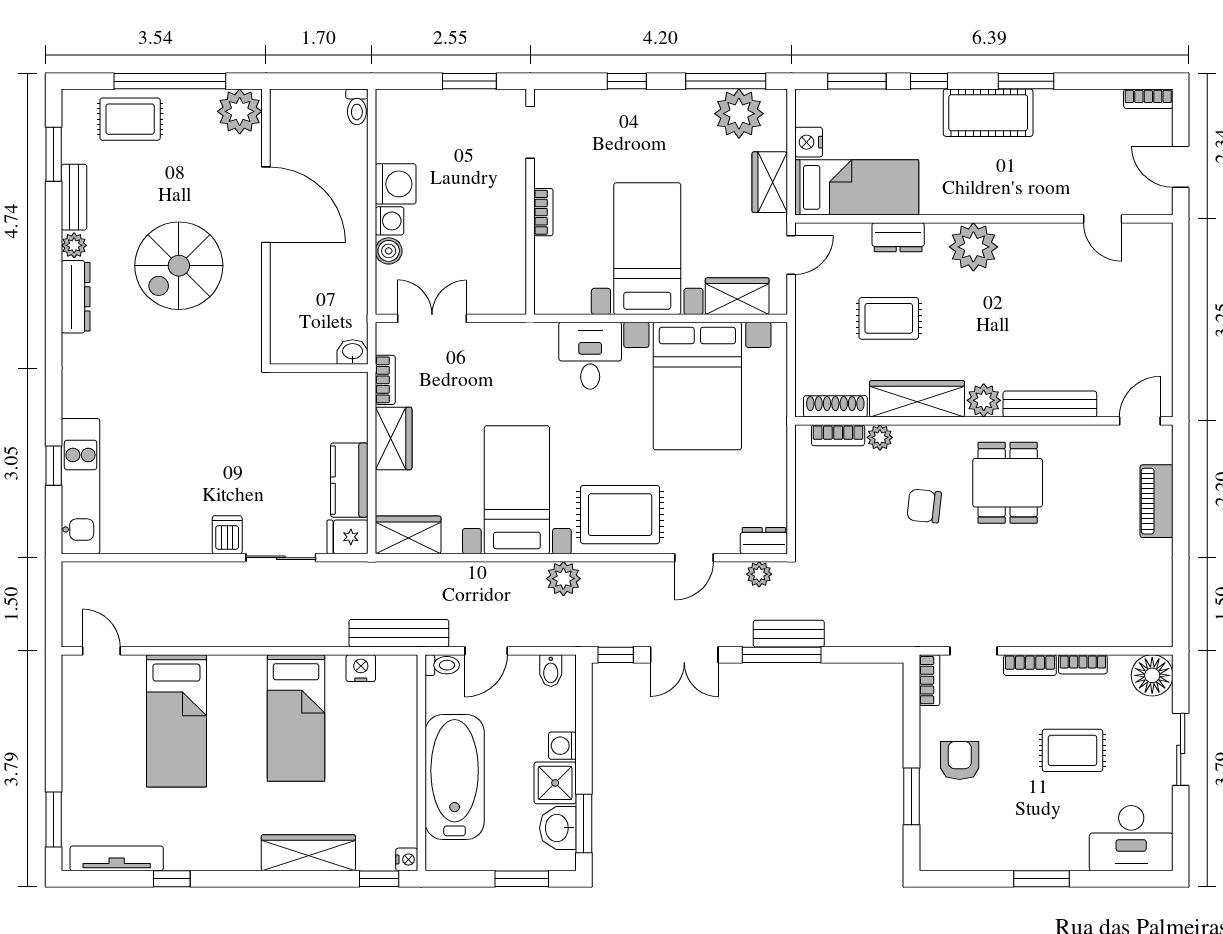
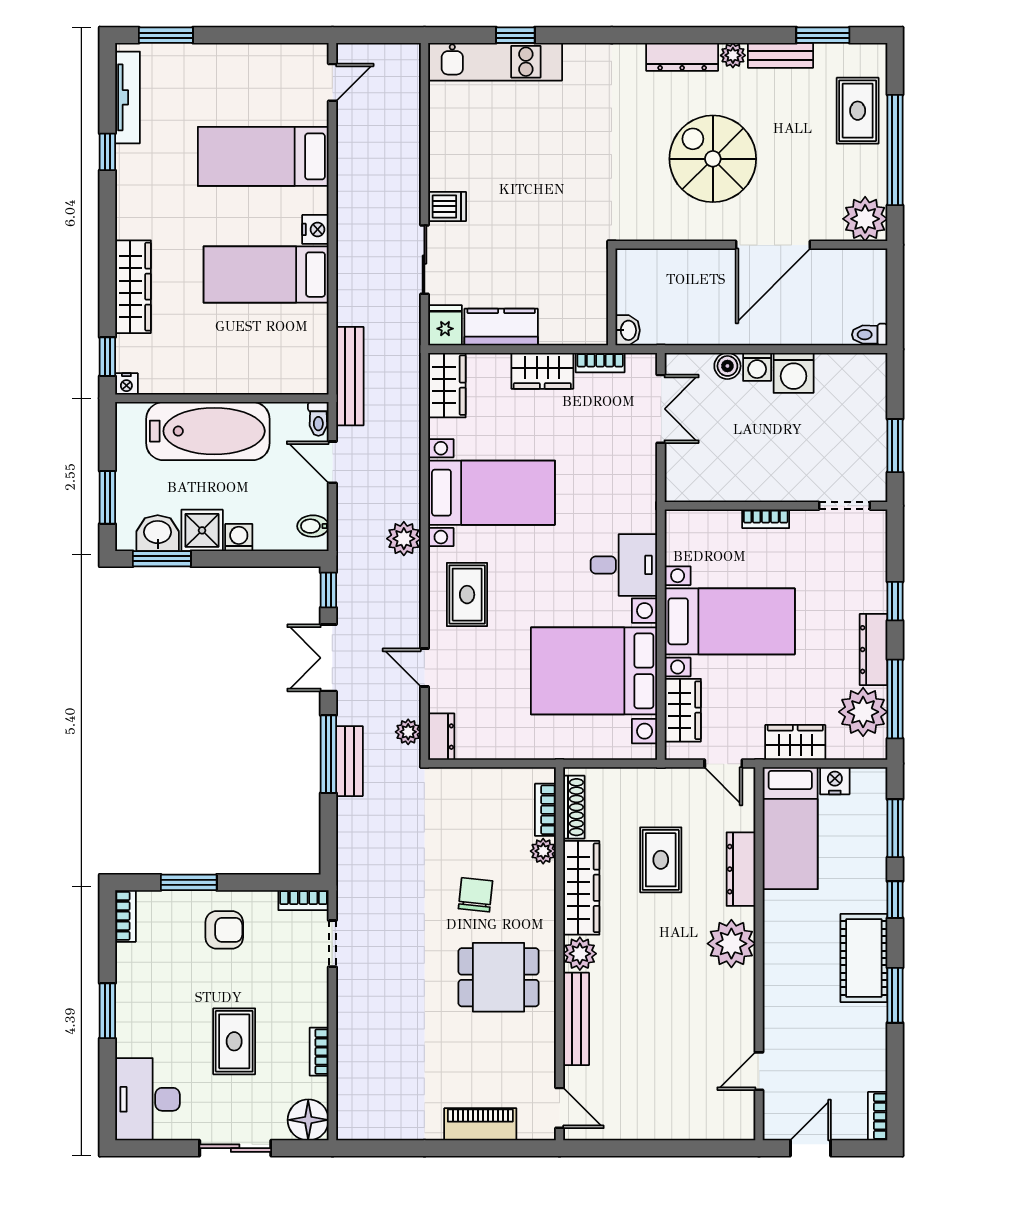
dresser: (676, 103) -> (873, 650), added
dresser: (898, 237) -> (741, 869), width x1.44
rug: (620, 515) -> (467, 595), width x0.73, depth x0.70
bookcase: (1030, 665) -> (125, 916), moved, turned 180
nightstand: (361, 668) -> (315, 229), moved

